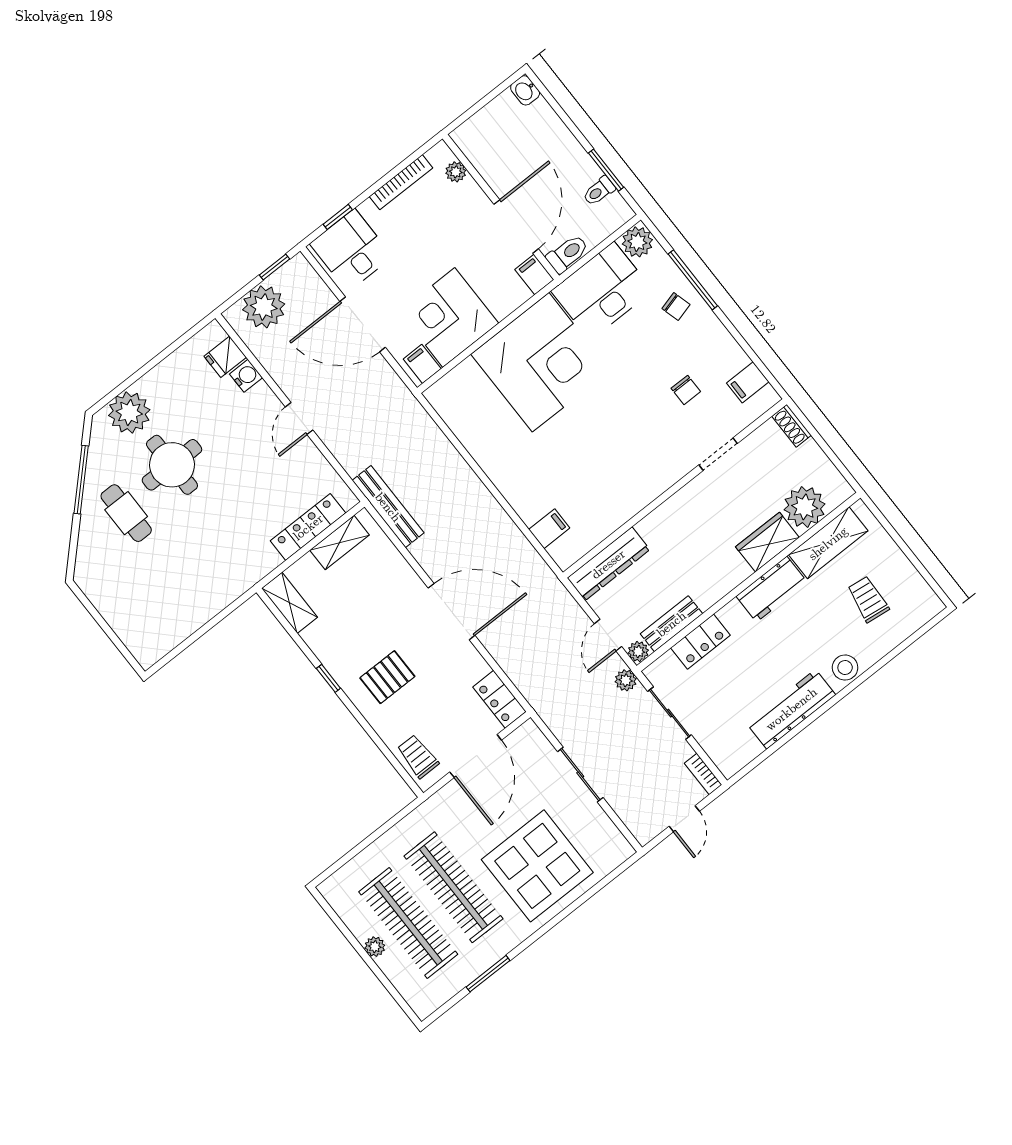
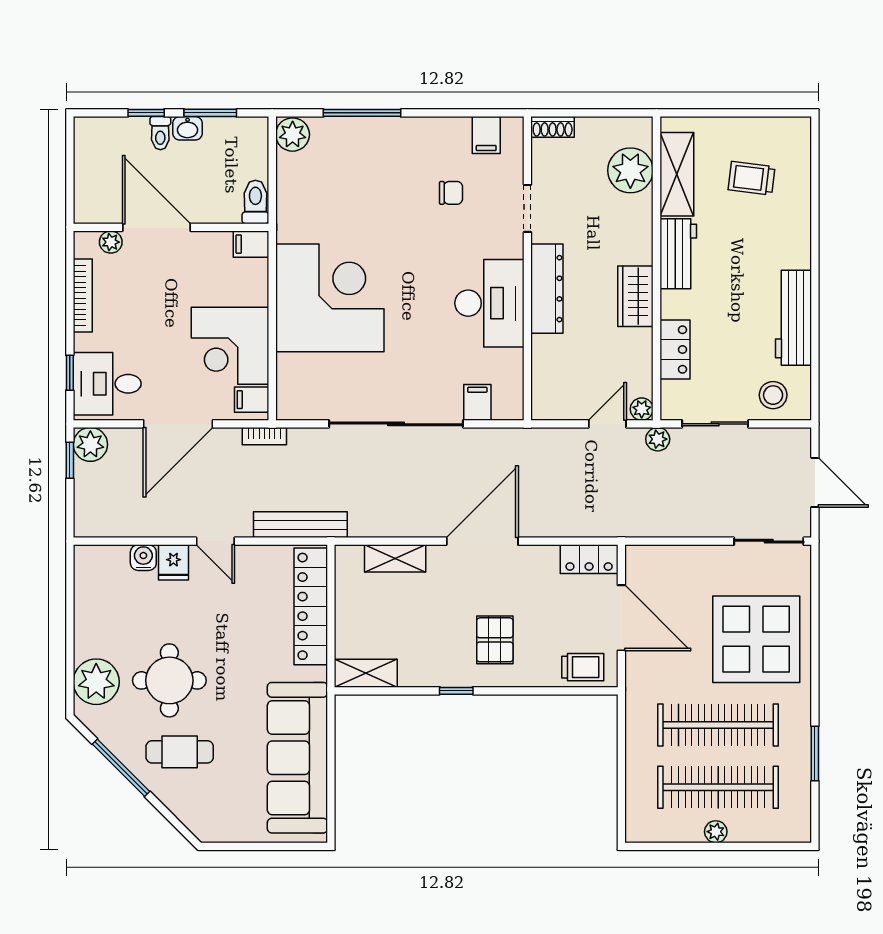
washbasin: (525, 90) -> (188, 128), moved
window: (569, 124) -> (146, 113), added
toilet: (599, 191) -> (160, 133), moved
door: (516, 227) -> (156, 227), moved
desk: (602, 291) -> (489, 303), moved, turned 180
plant: (264, 307) -> (90, 444), moved, width x0.73, depth x0.73
chair: (676, 307) -> (373, 145), removed
fridge: (225, 357) -> (173, 562), moved
sliding door: (487, 482) -> (396, 424), added
bench: (388, 507) -> (300, 525), moved
locker: (308, 527) -> (311, 606), width x1.41, depth x1.21
wardrobe: (767, 542) -> (635, 296), moved
shelving: (340, 543) -> (395, 558), moved, turned 90
dresser: (608, 564) -> (547, 289), moved
sofa: (189, 602) -> (297, 758), added
bench: (671, 624) -> (640, 362), removed
door: (608, 635) -> (607, 424), swing flipped
stool: (845, 668) -> (773, 395), moved
trolley: (418, 756) -> (583, 667), turned 180
bookcase: (703, 774) -> (264, 436), moved
sliding door: (580, 775) -> (769, 541), moved
door: (684, 819) -> (815, 482), width x1.38

